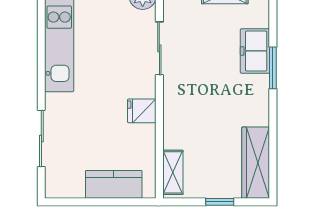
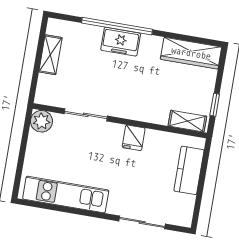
freezer: (255, 51) -> (121, 42), moved
window: (273, 68) -> (117, 26), width x2.11
window: (220, 202) -> (215, 105), moved

